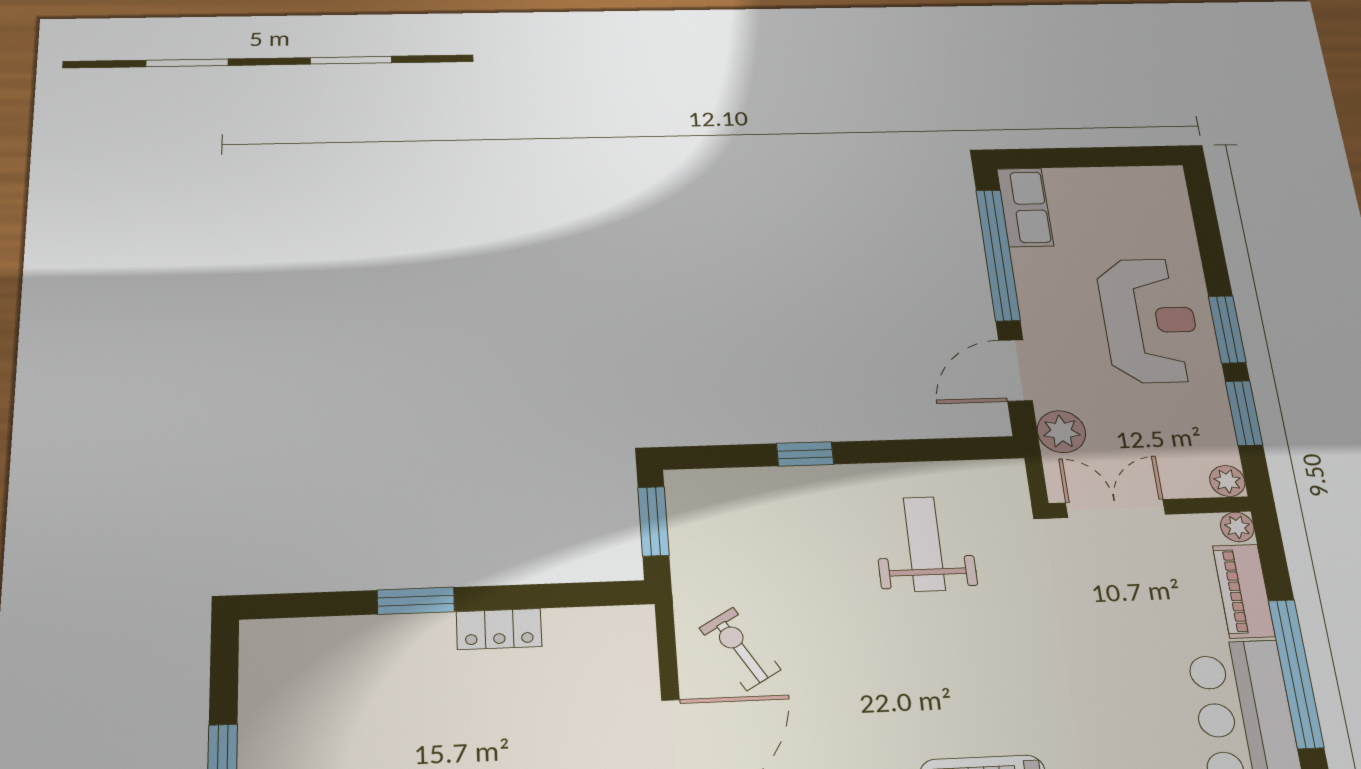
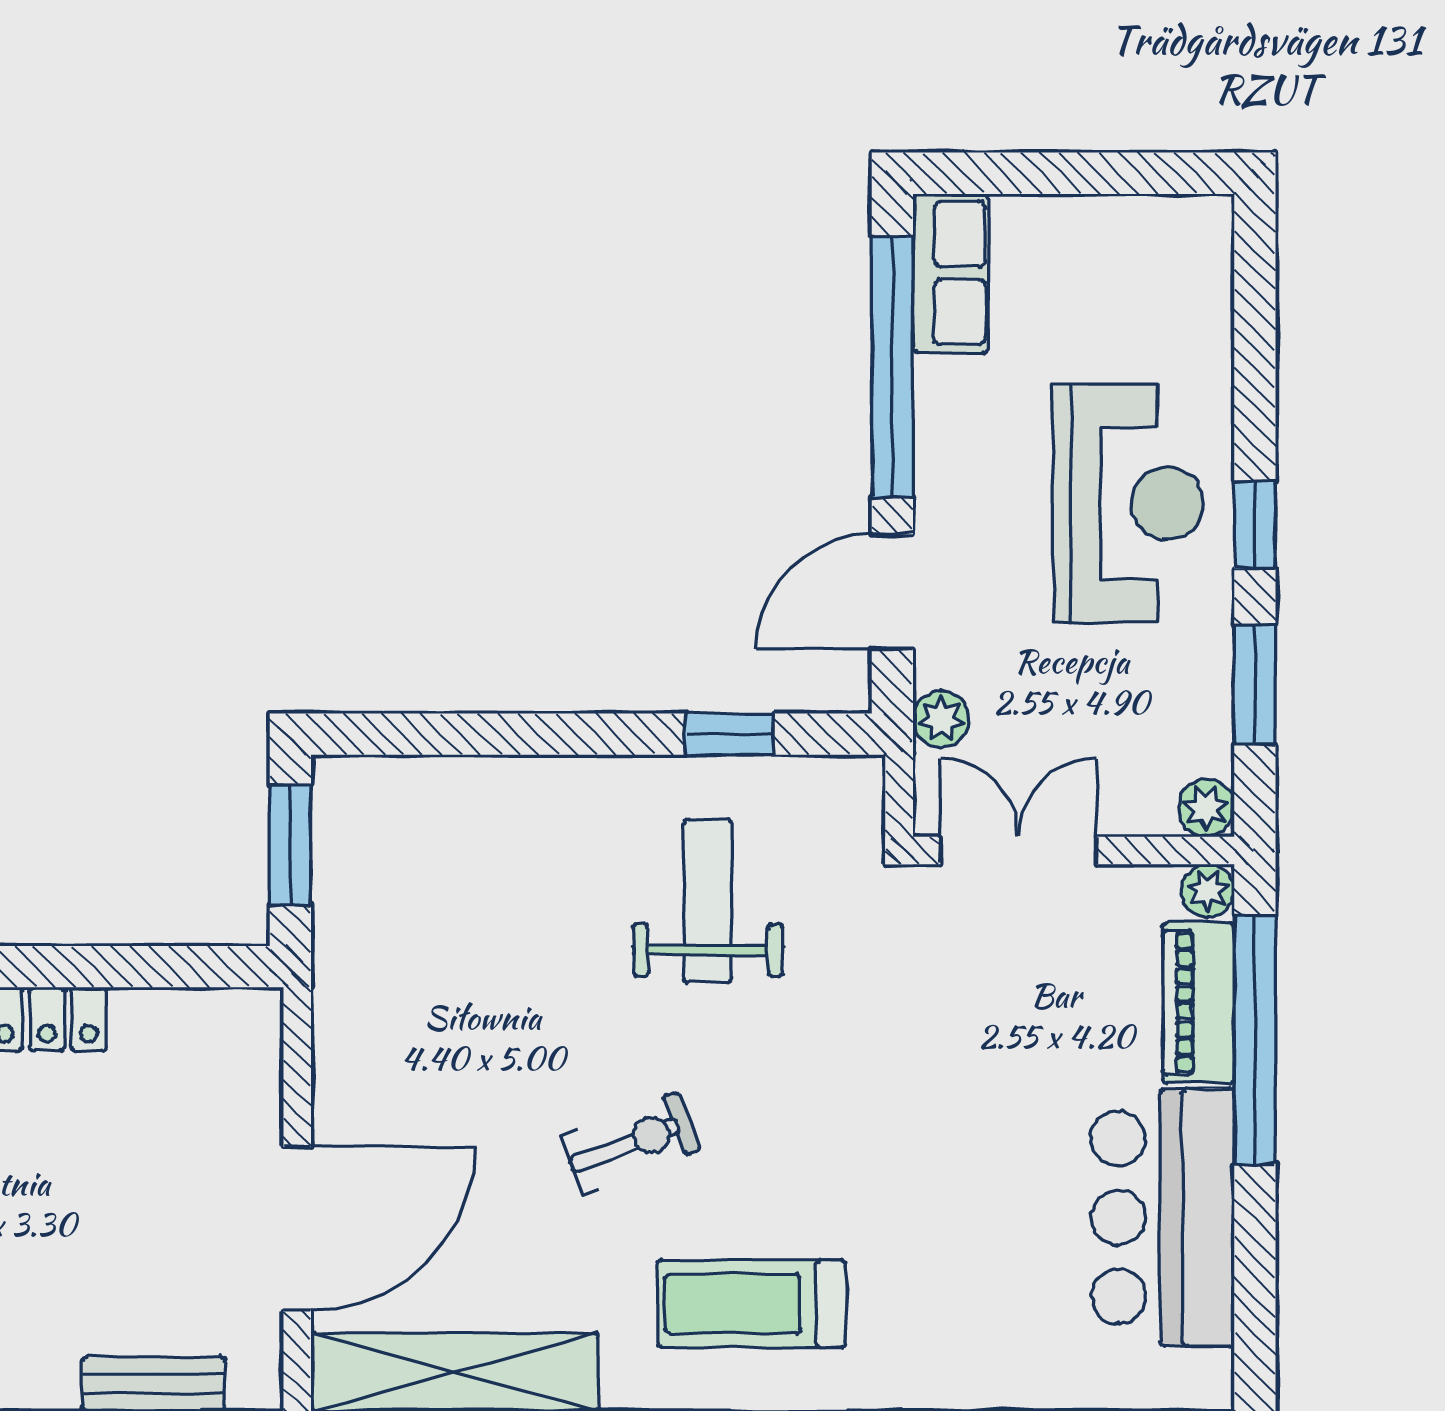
window: (1227, 329) -> (1255, 525), width x0.67
plant: (1061, 432) -> (941, 719), width x0.73, depth x0.73
window: (805, 454) -> (729, 734), moved
exercise bike: (740, 649) -> (630, 1143), moved, turned 100
window: (1296, 673) -> (1255, 1039), moved

